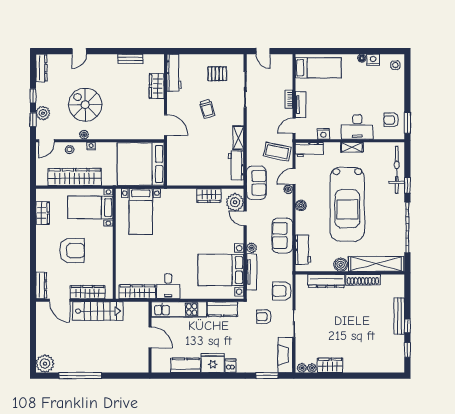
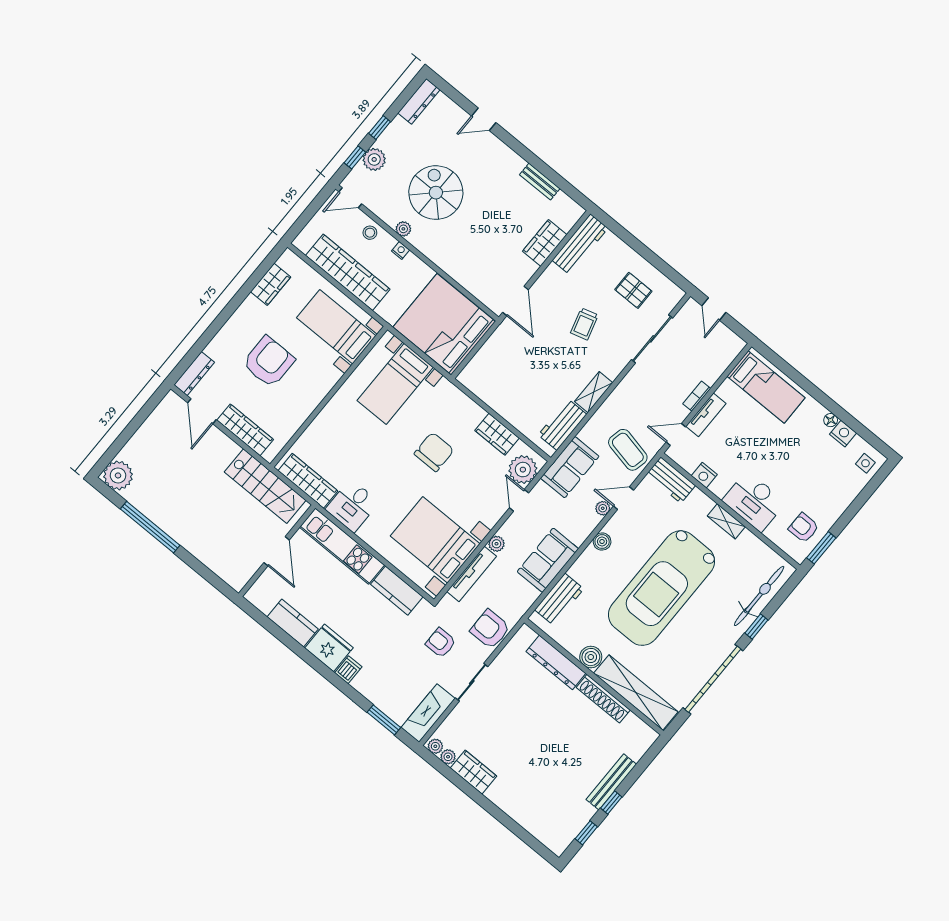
chair: (186, 229) -> (434, 452), added
armchair: (72, 251) -> (269, 362), turned -90
stairs: (98, 311) -> (265, 486), moved

